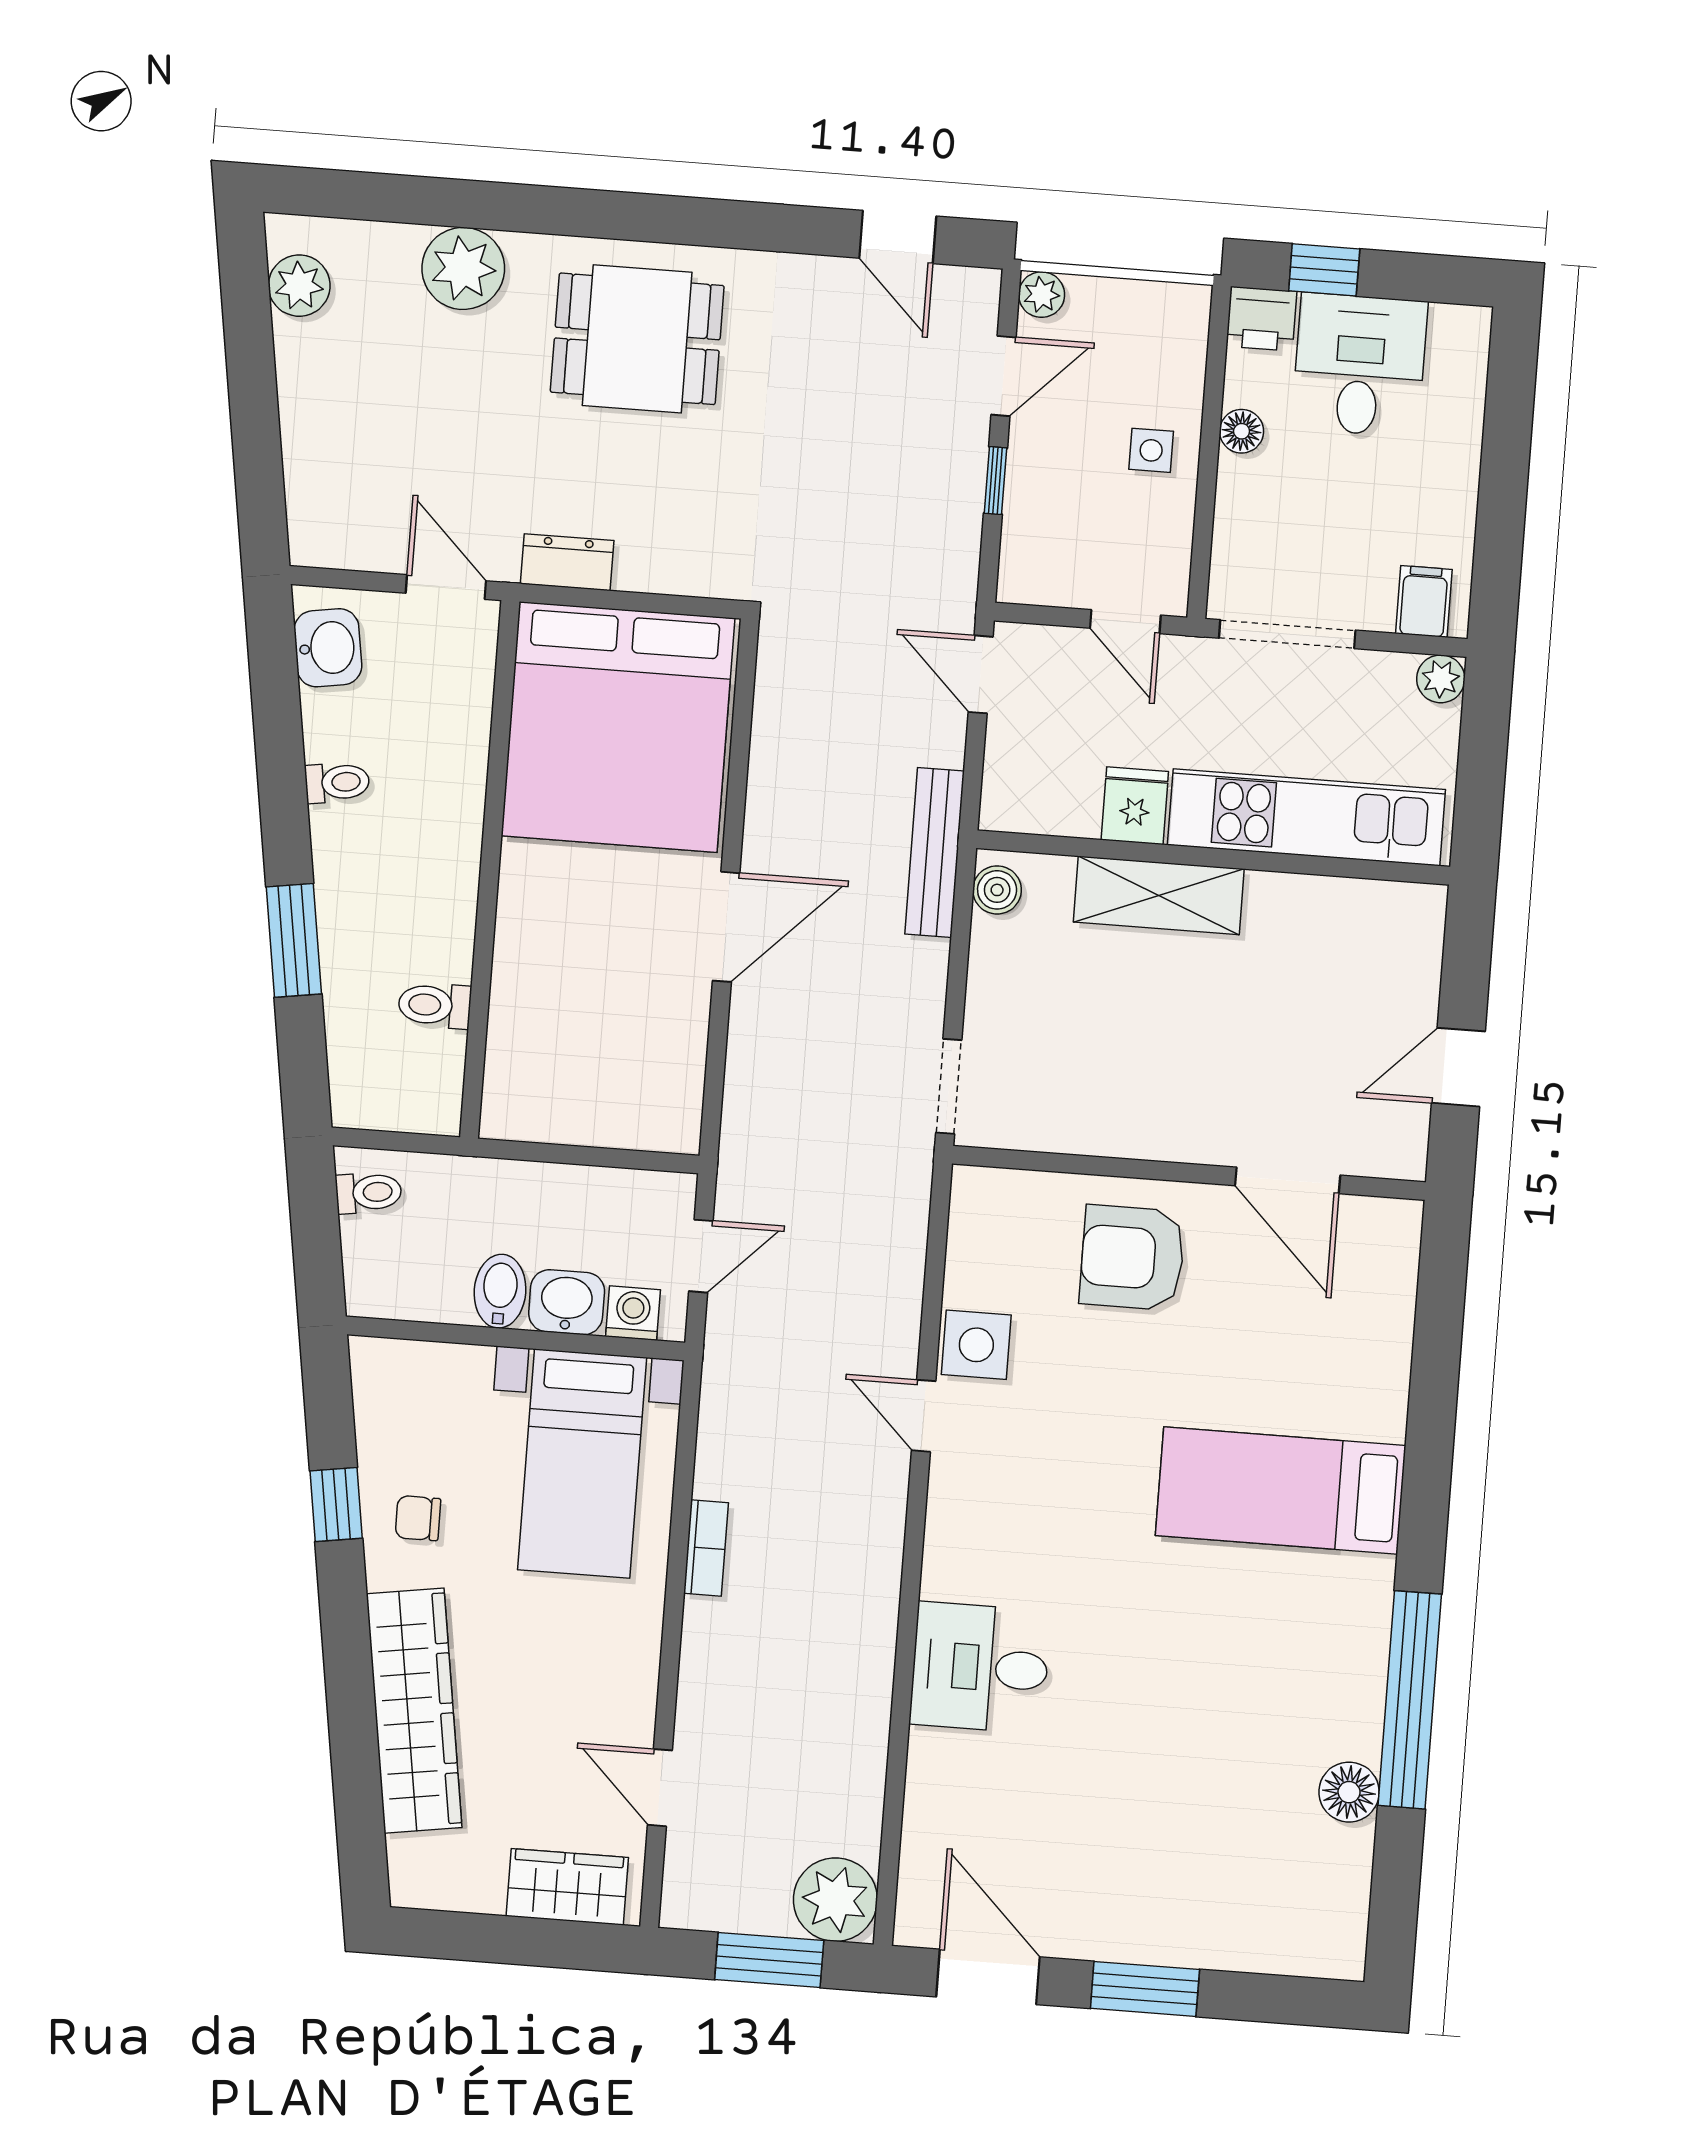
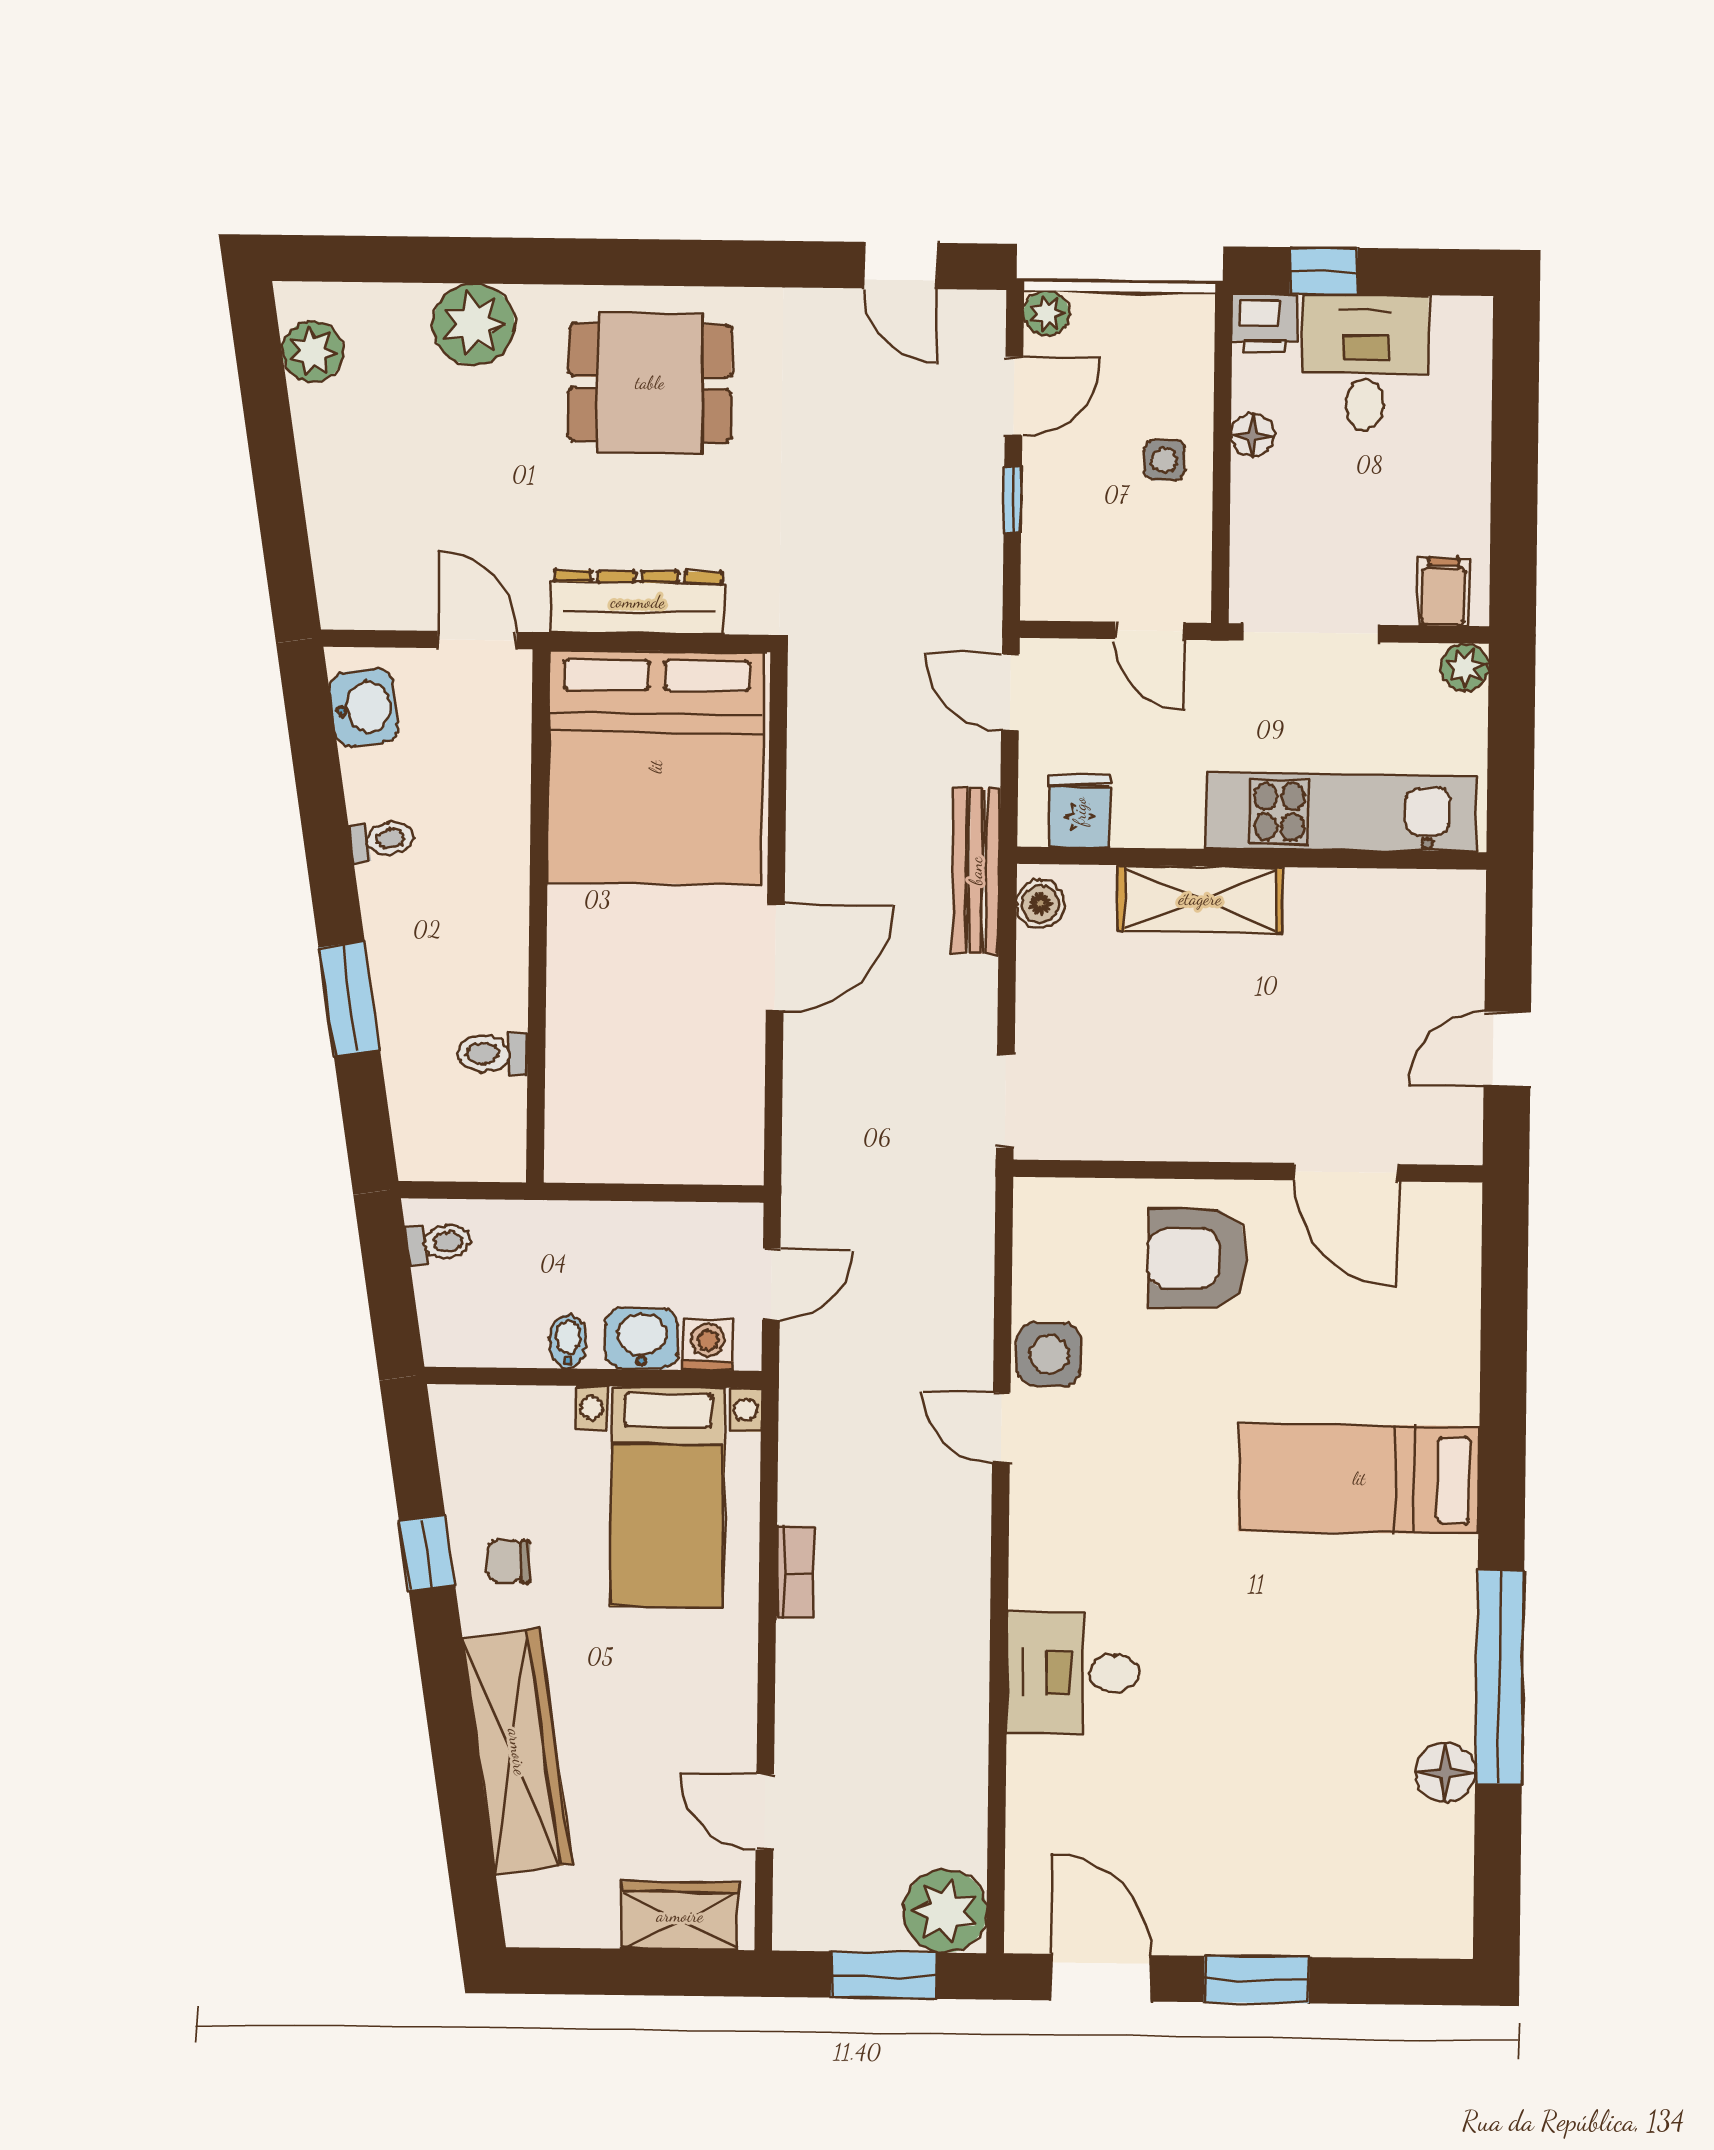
dresser: (567, 562) -> (638, 602), width x1.96, depth x1.24
fridge: (1135, 806) -> (1080, 811), moved
bidet: (500, 1291) -> (568, 1341), width x0.72, depth x0.74

